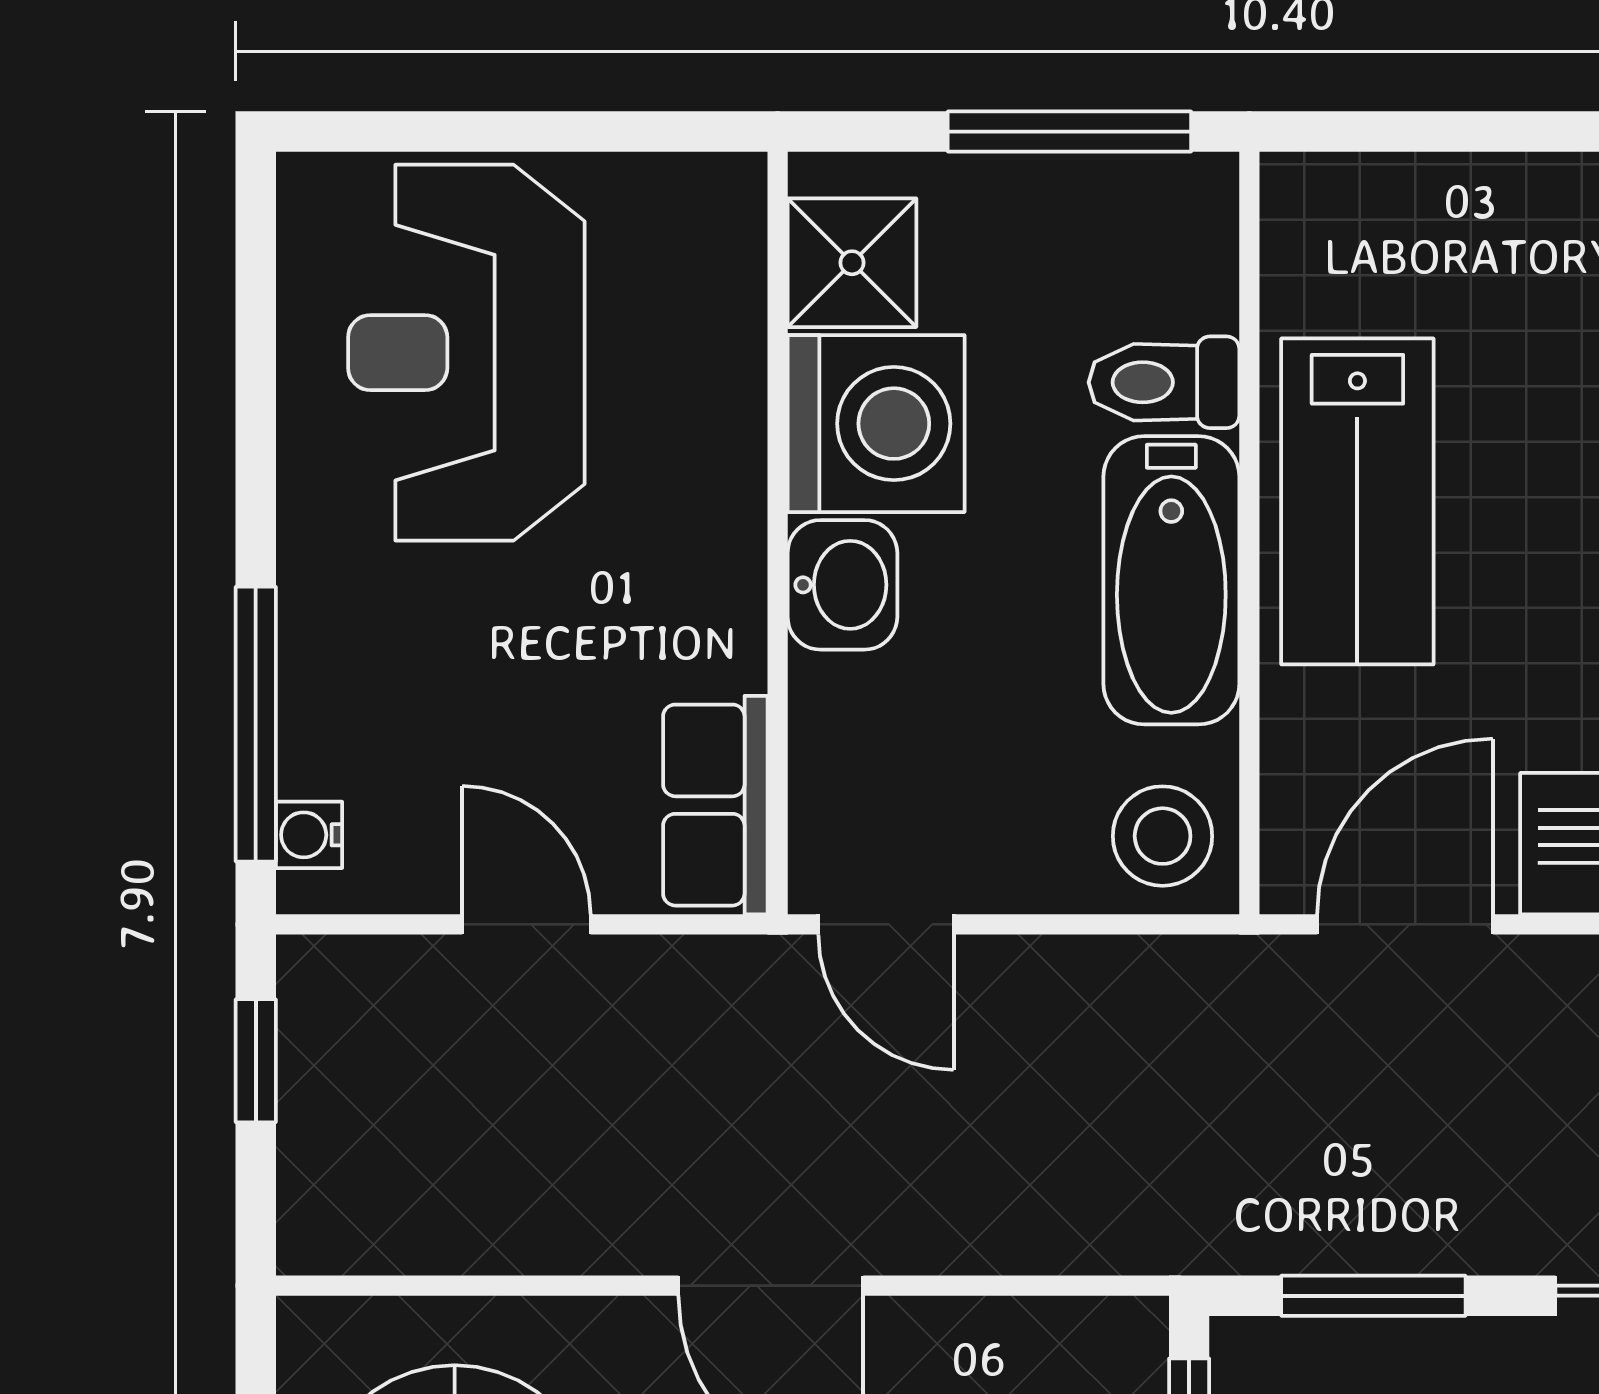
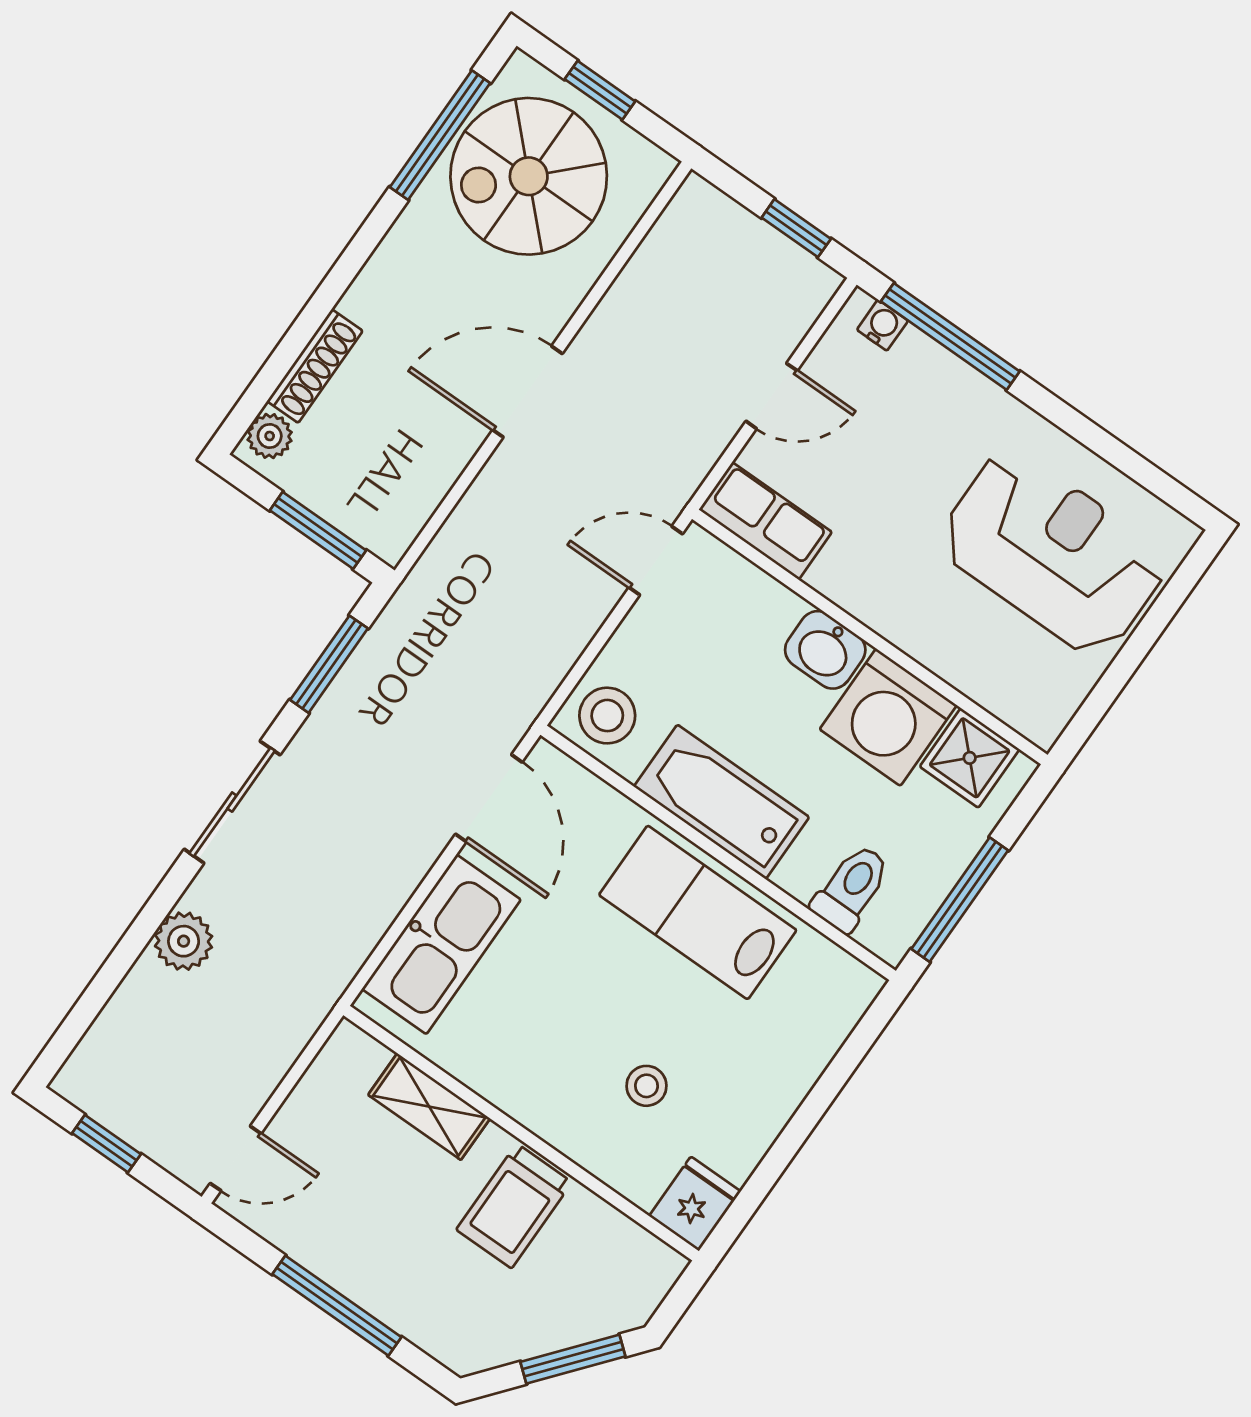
toilet: (1164, 382) -> (851, 888), moved

